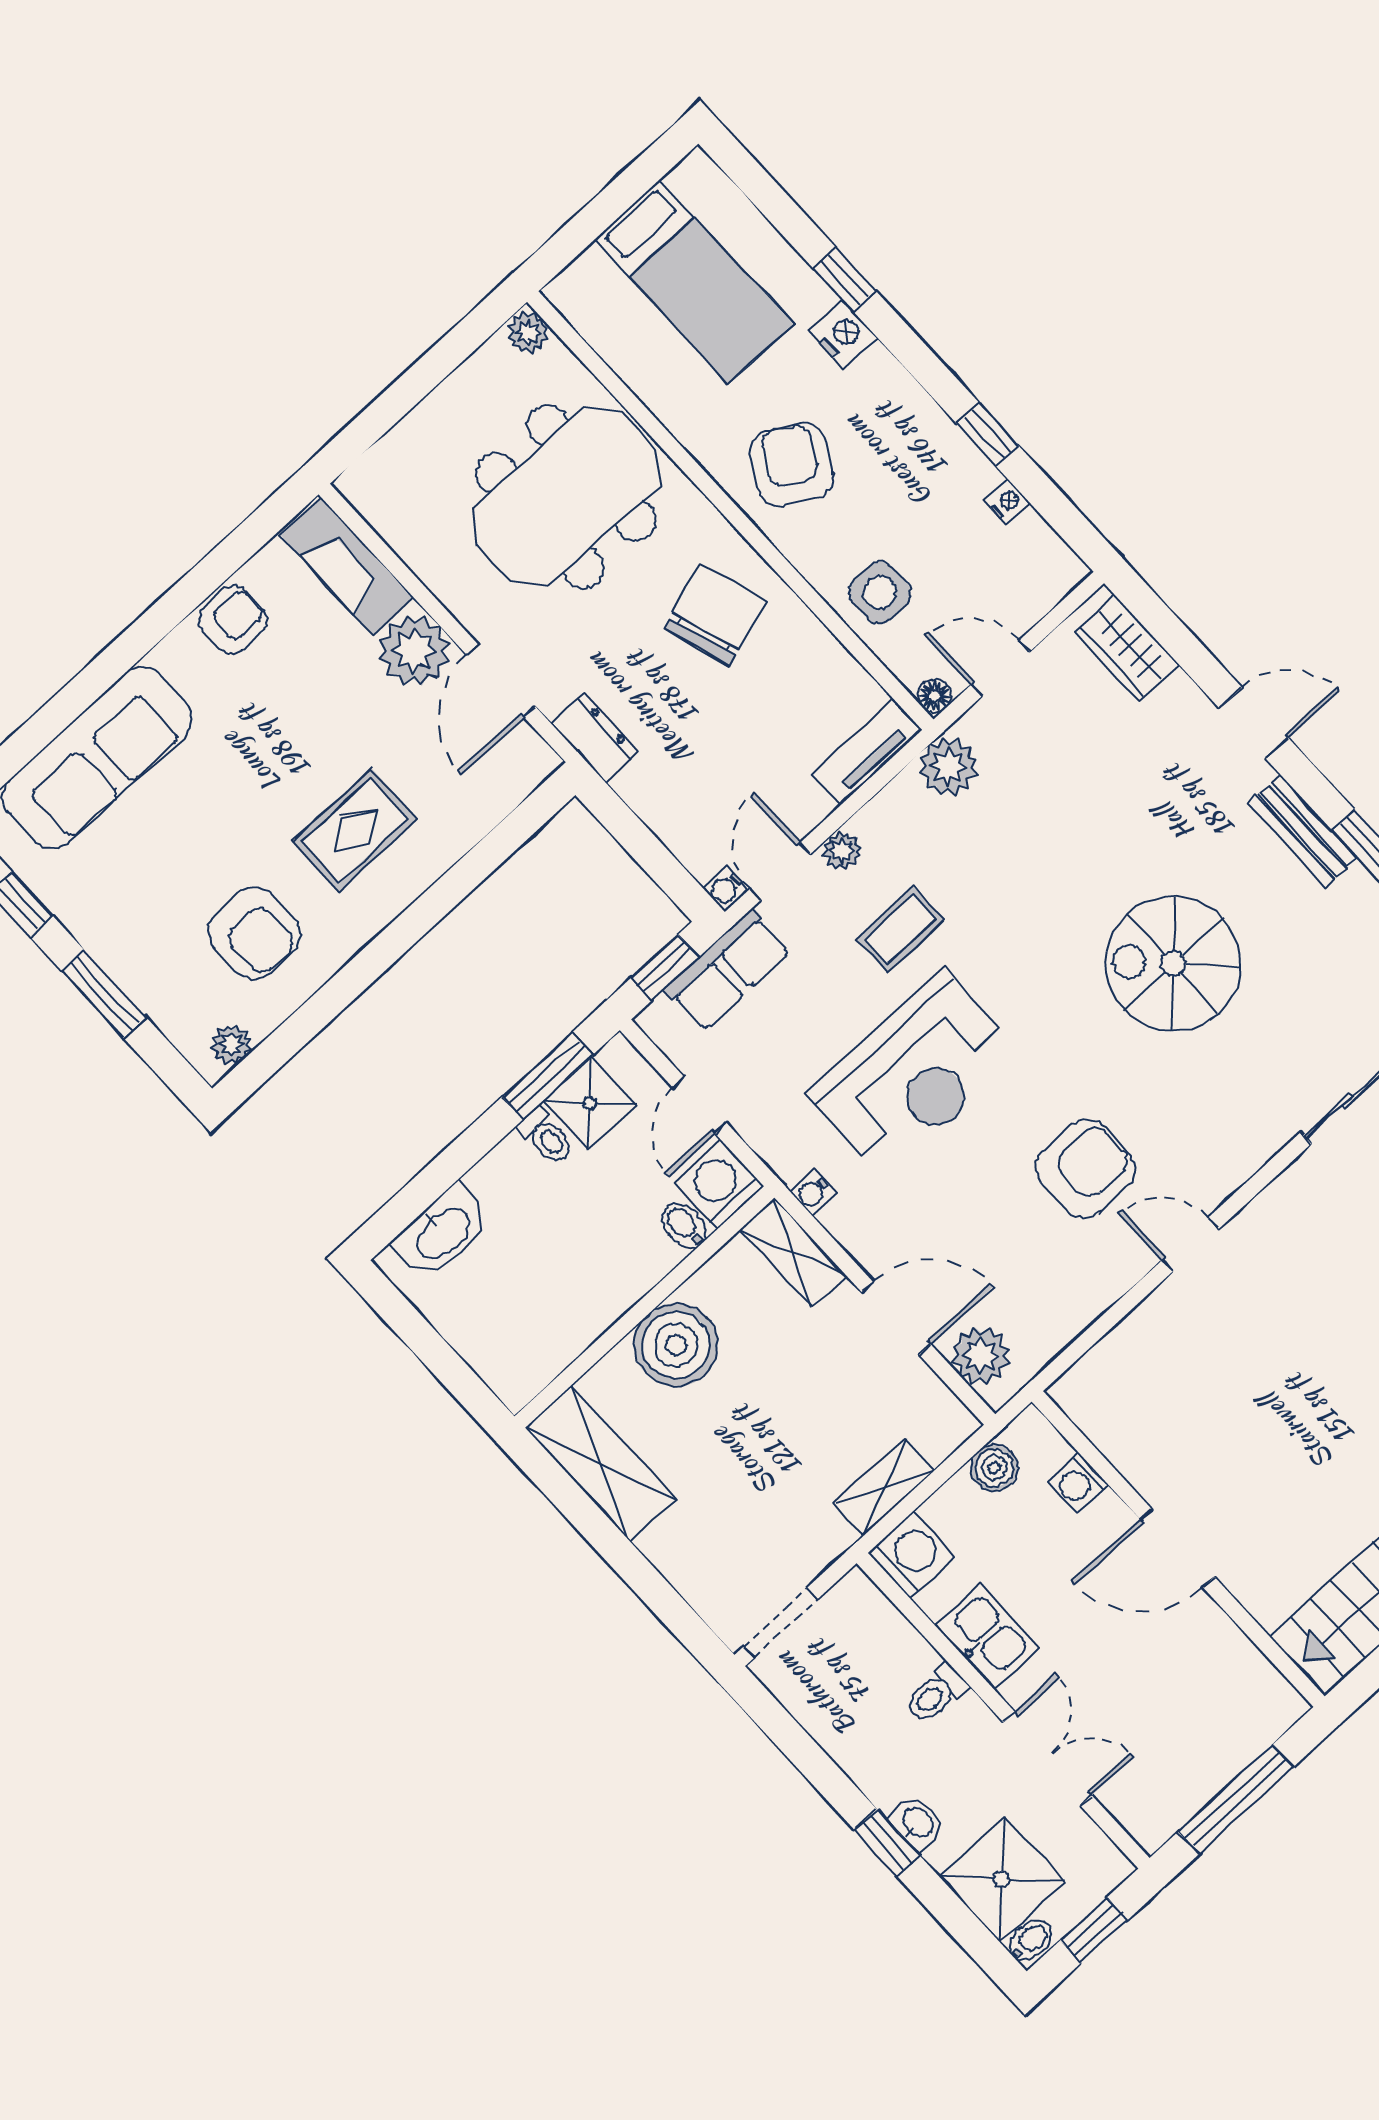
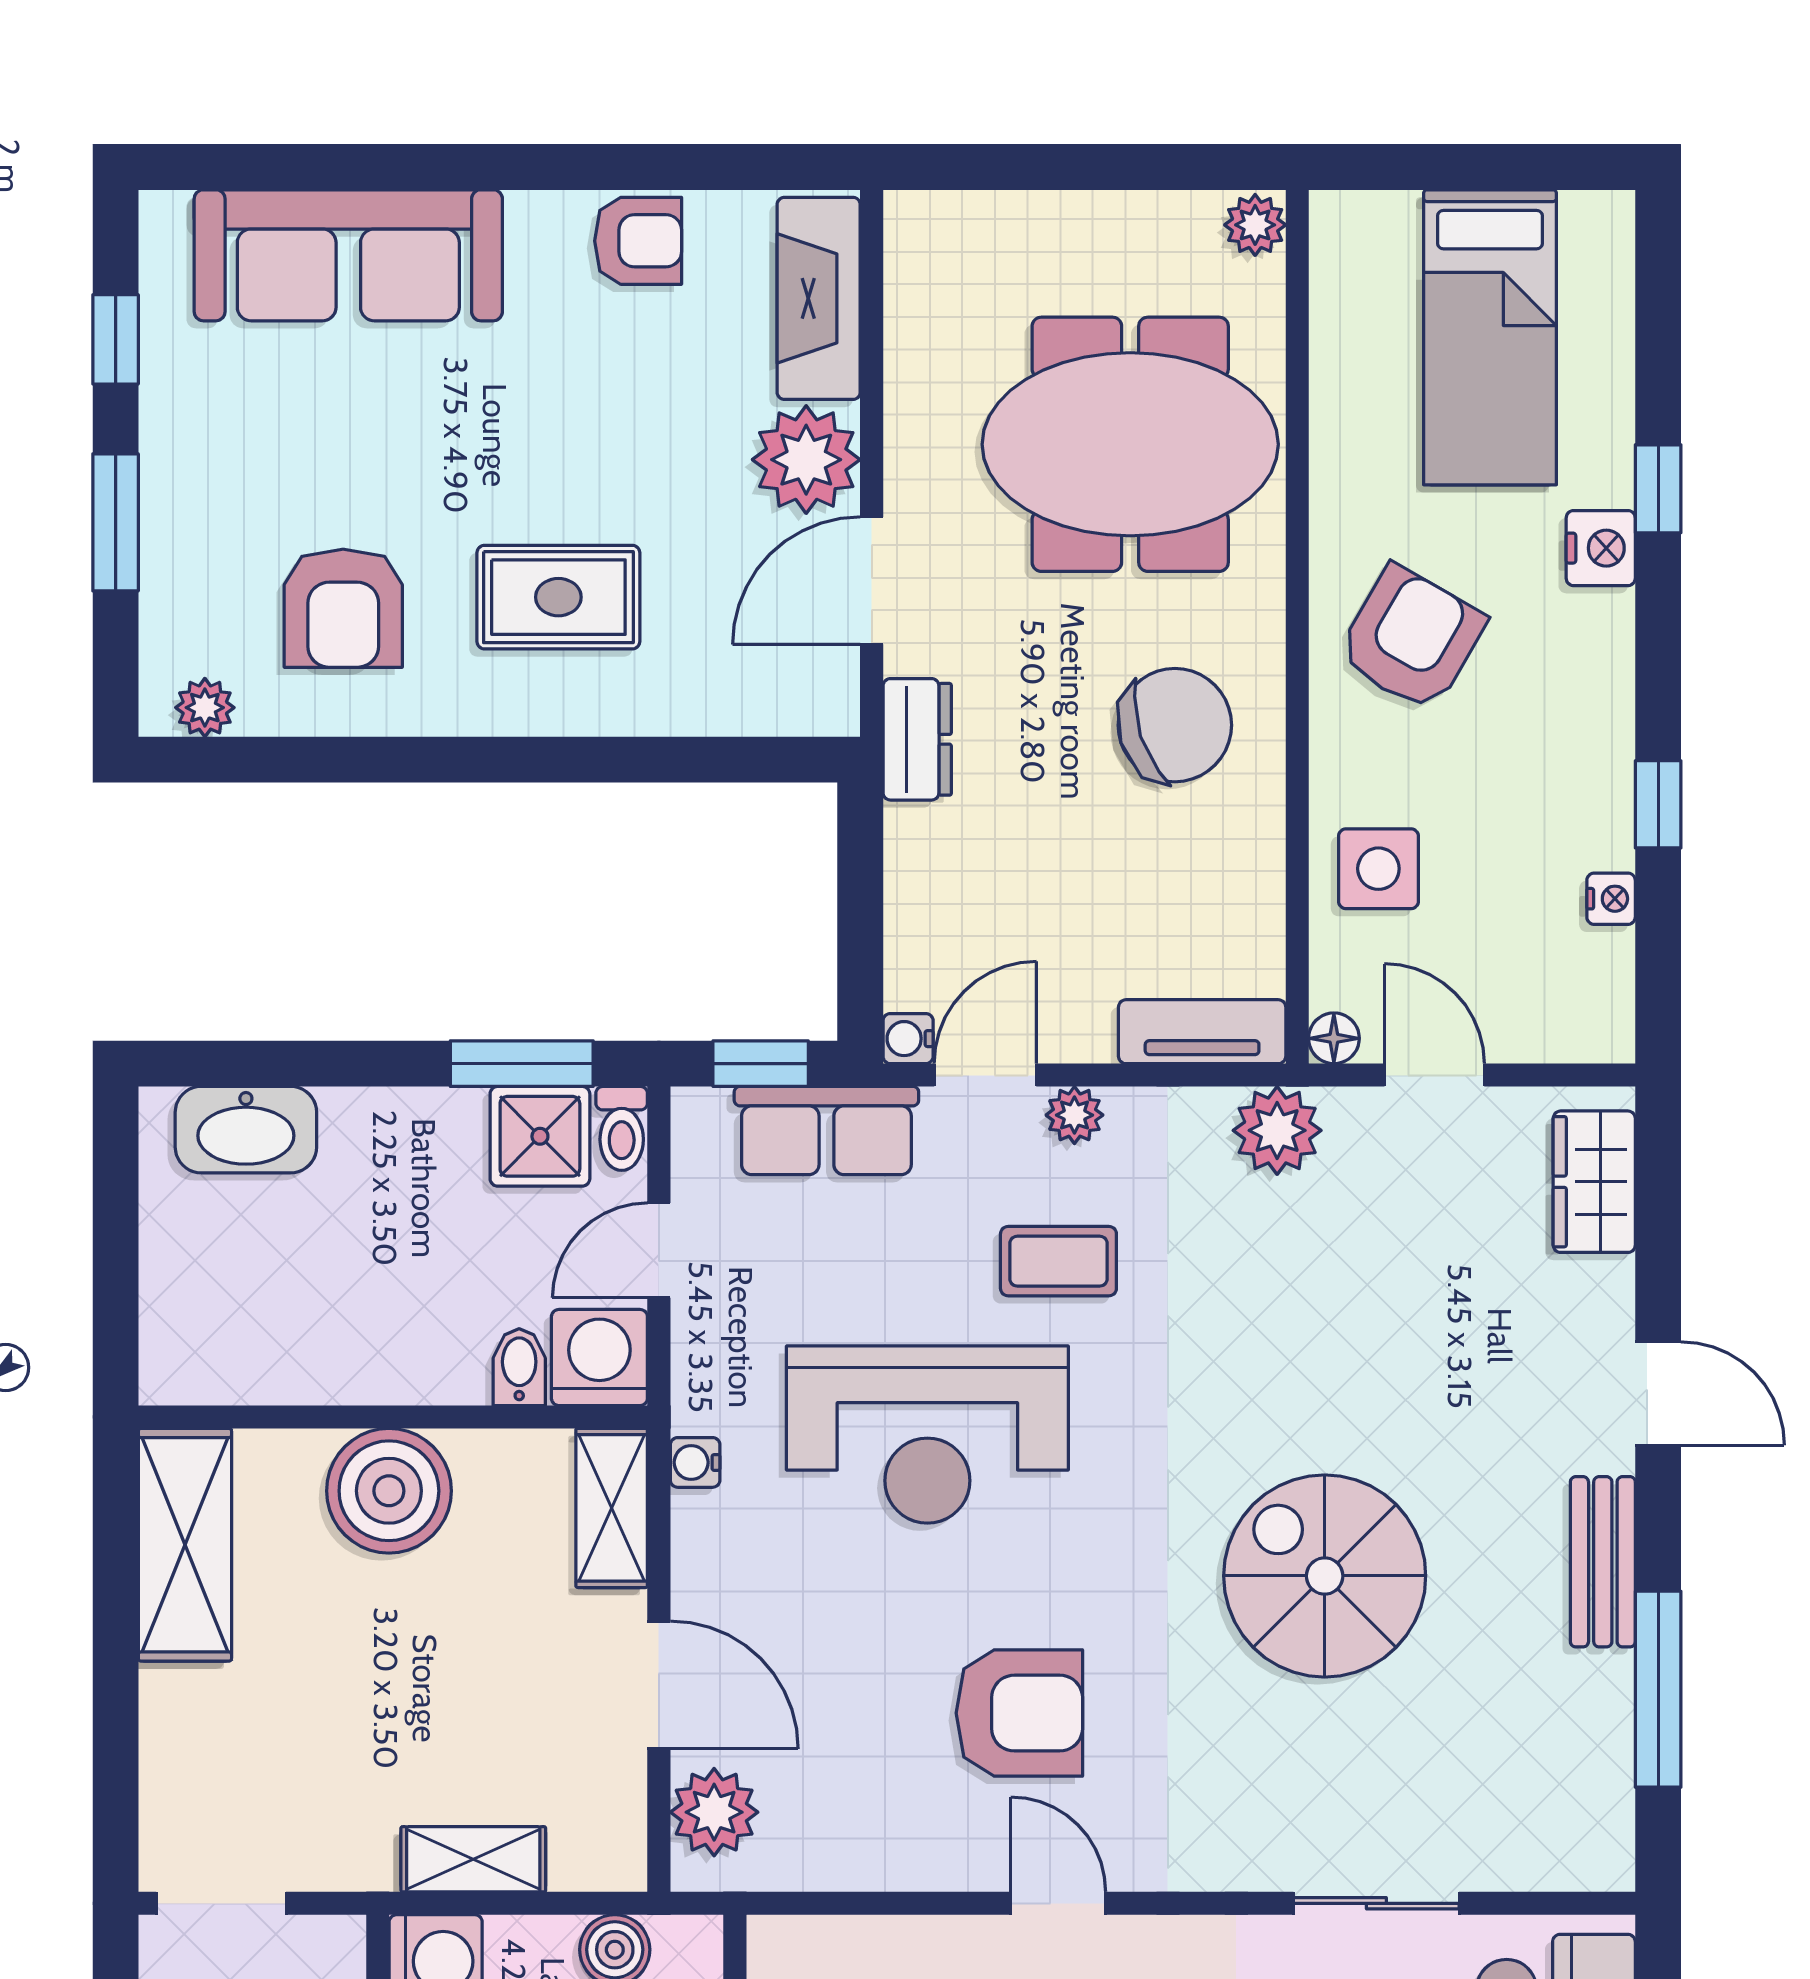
toilet: (546, 1136) -> (622, 1128), moved

